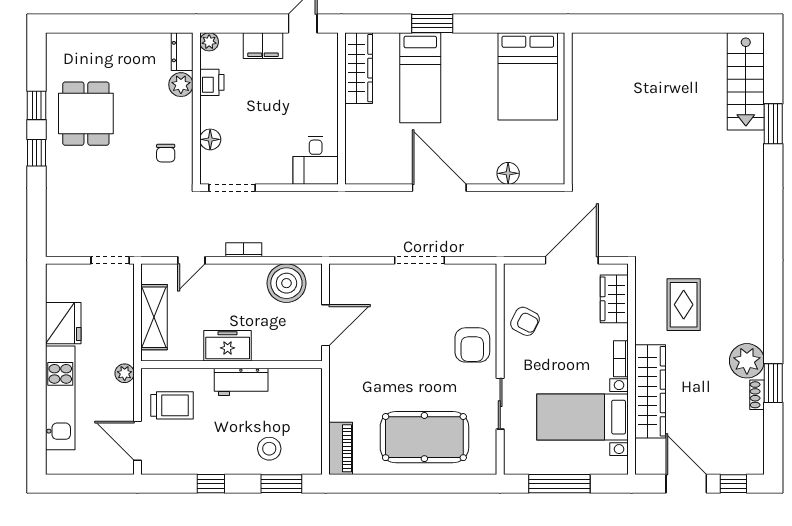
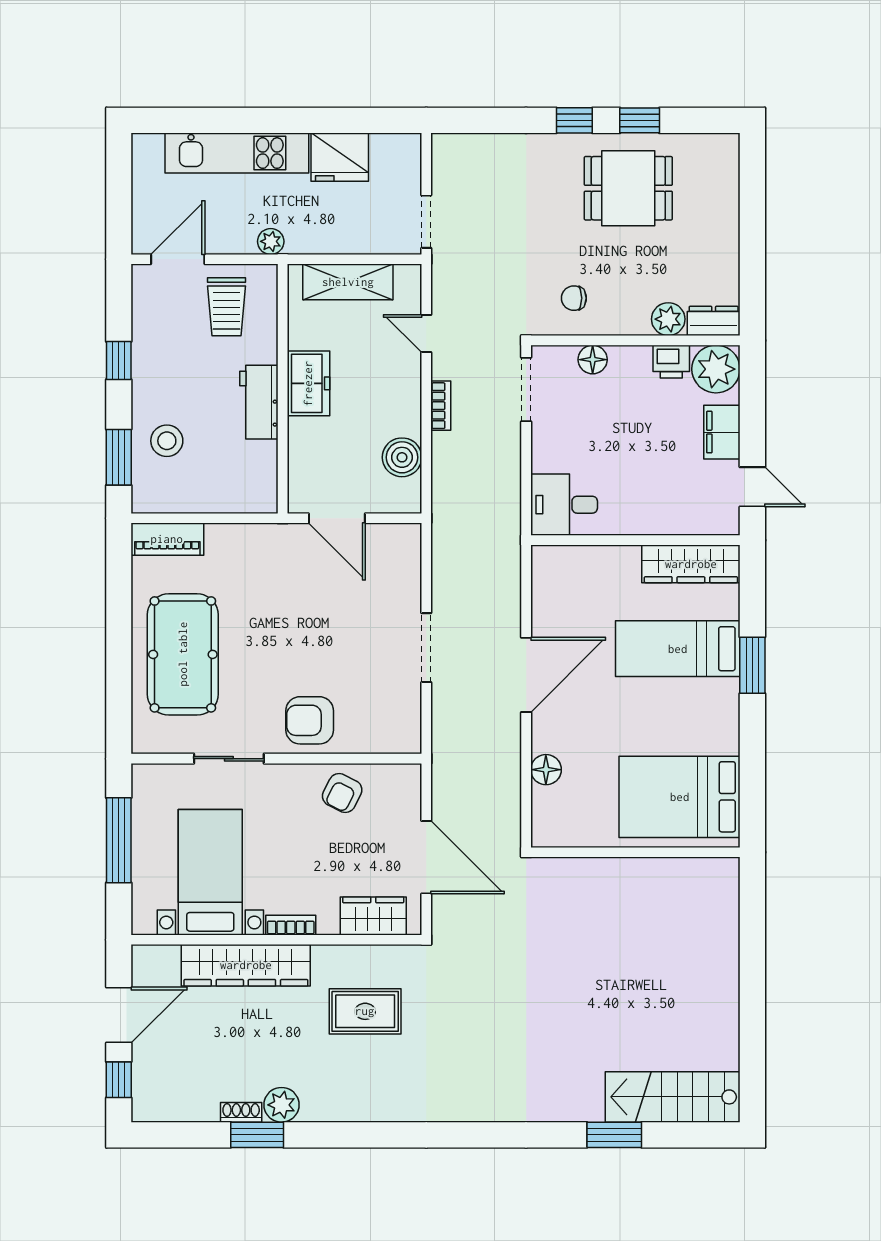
plant: (209, 42) -> (716, 369), width x1.88, depth x1.88
boiler: (286, 283) -> (402, 457), width x0.73, depth x0.73
plant: (747, 361) -> (282, 1105), width x0.73, depth x0.73

